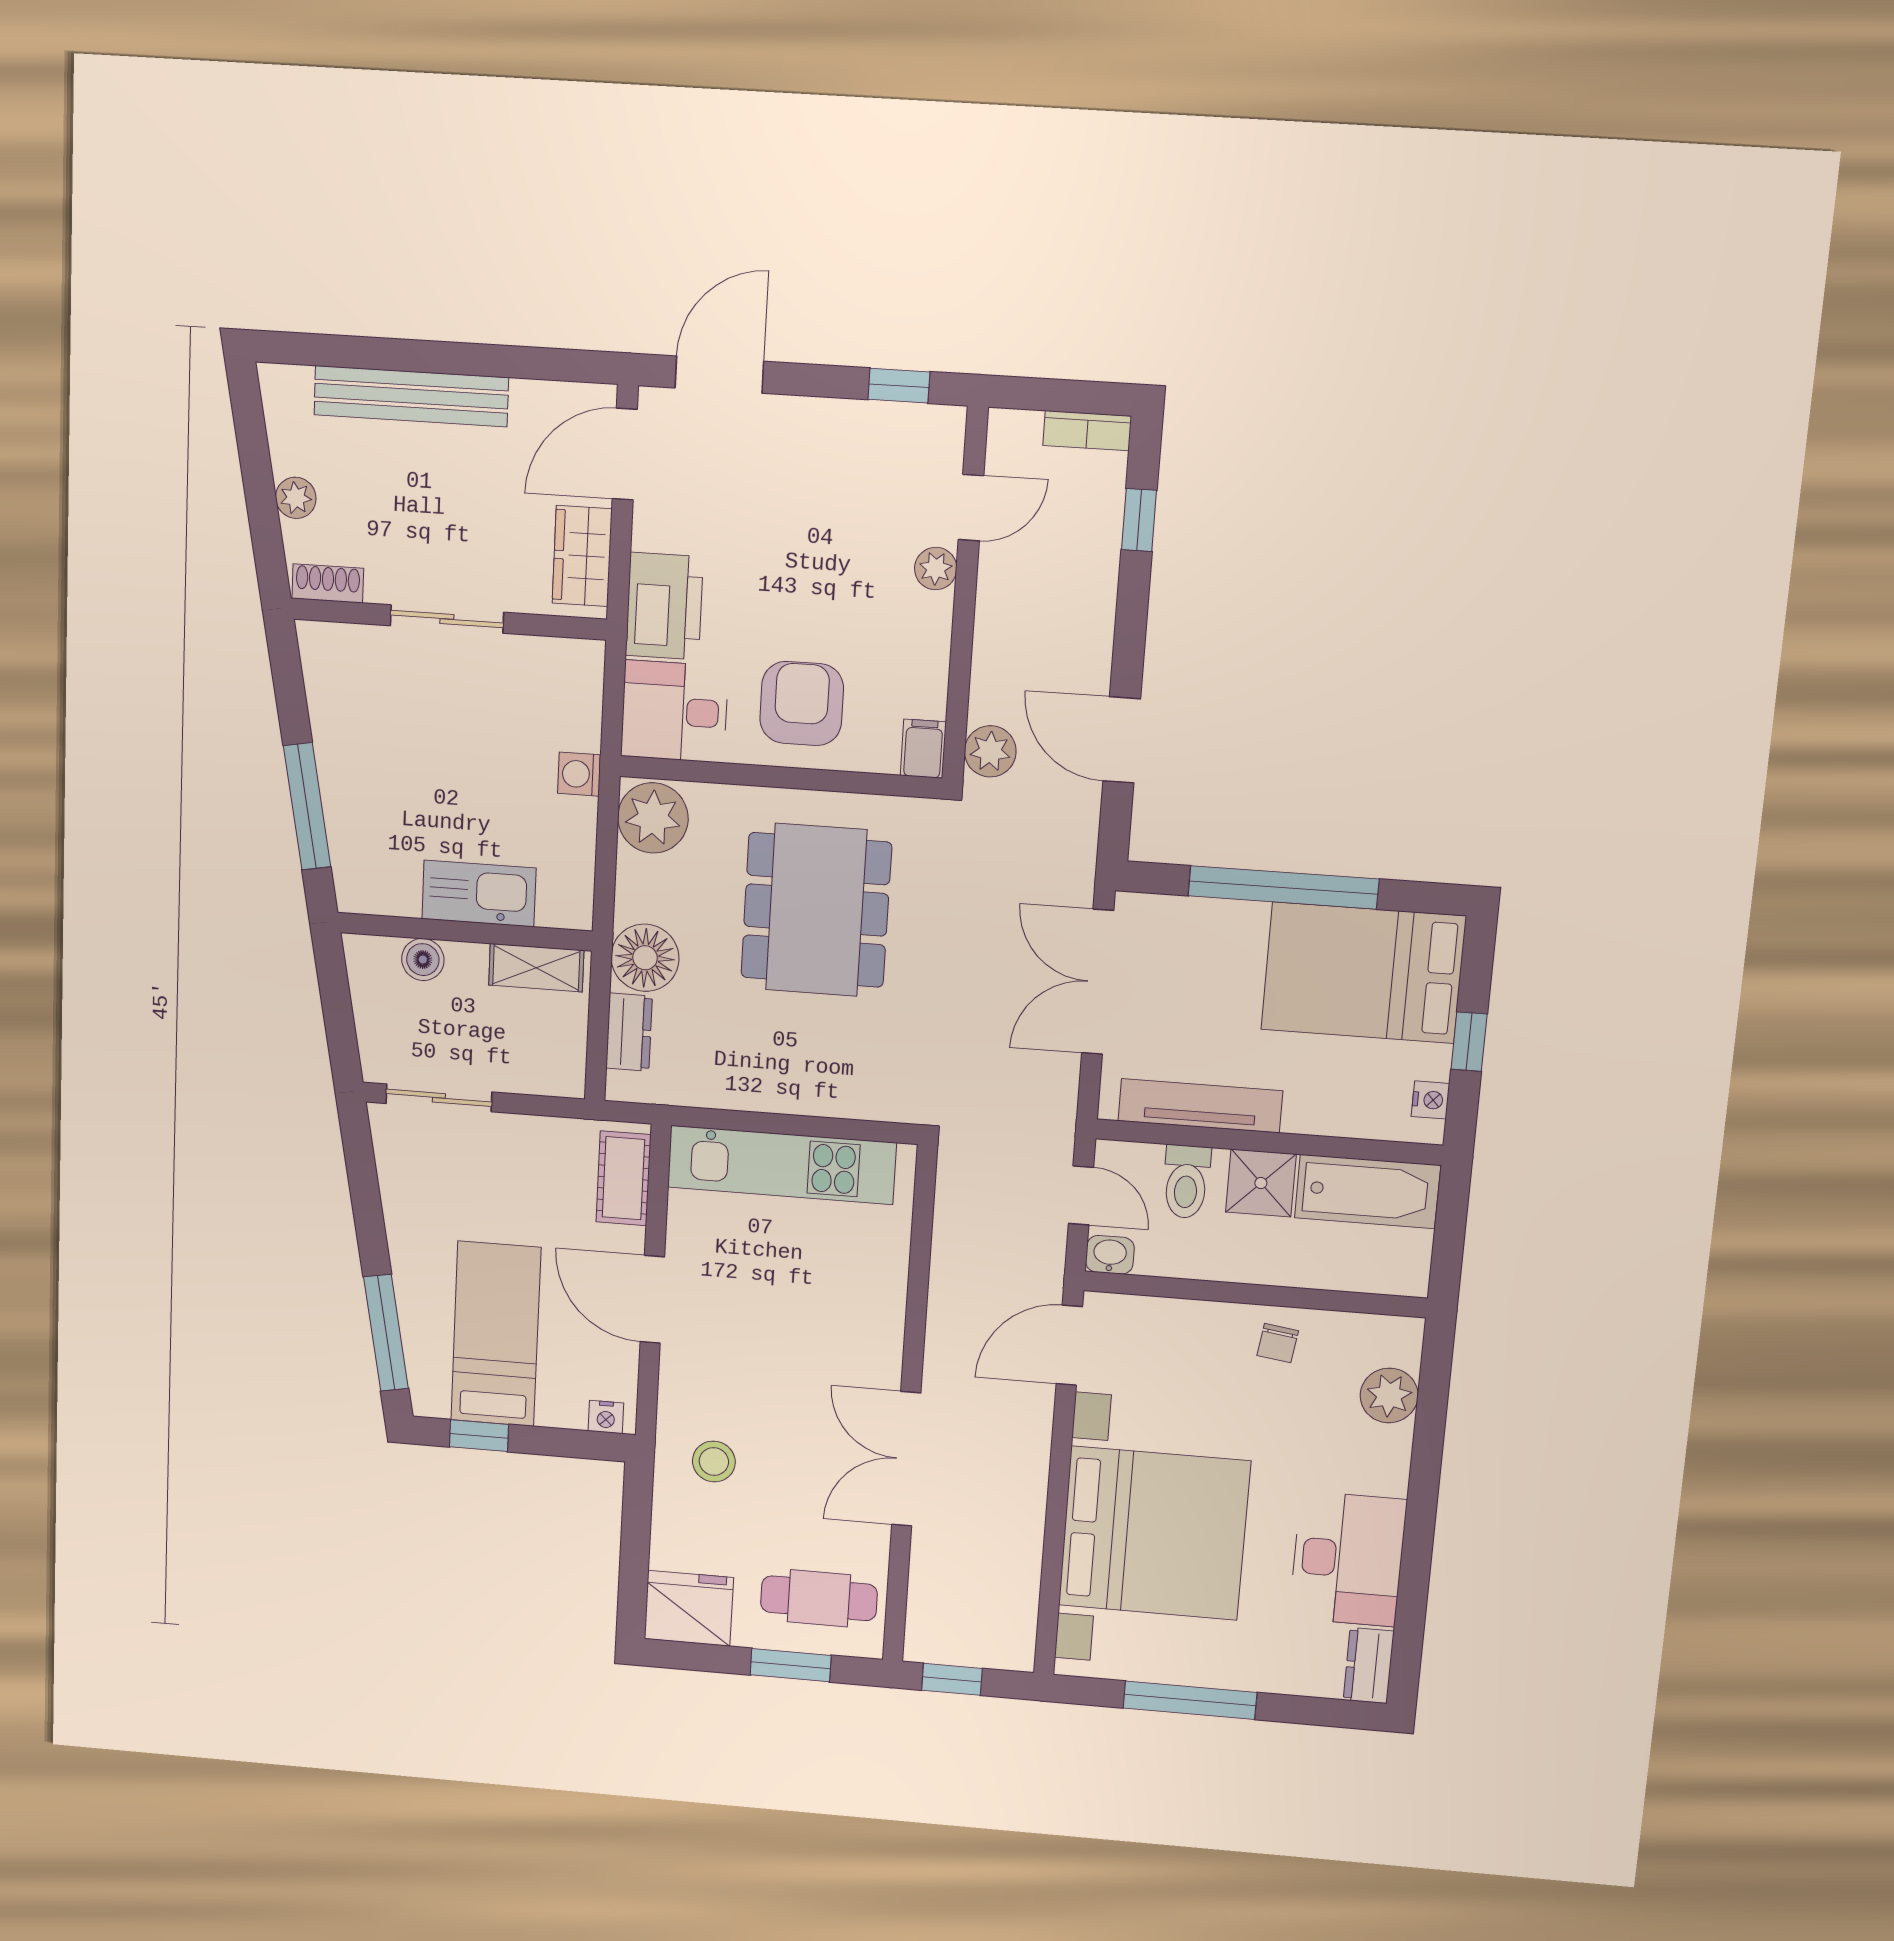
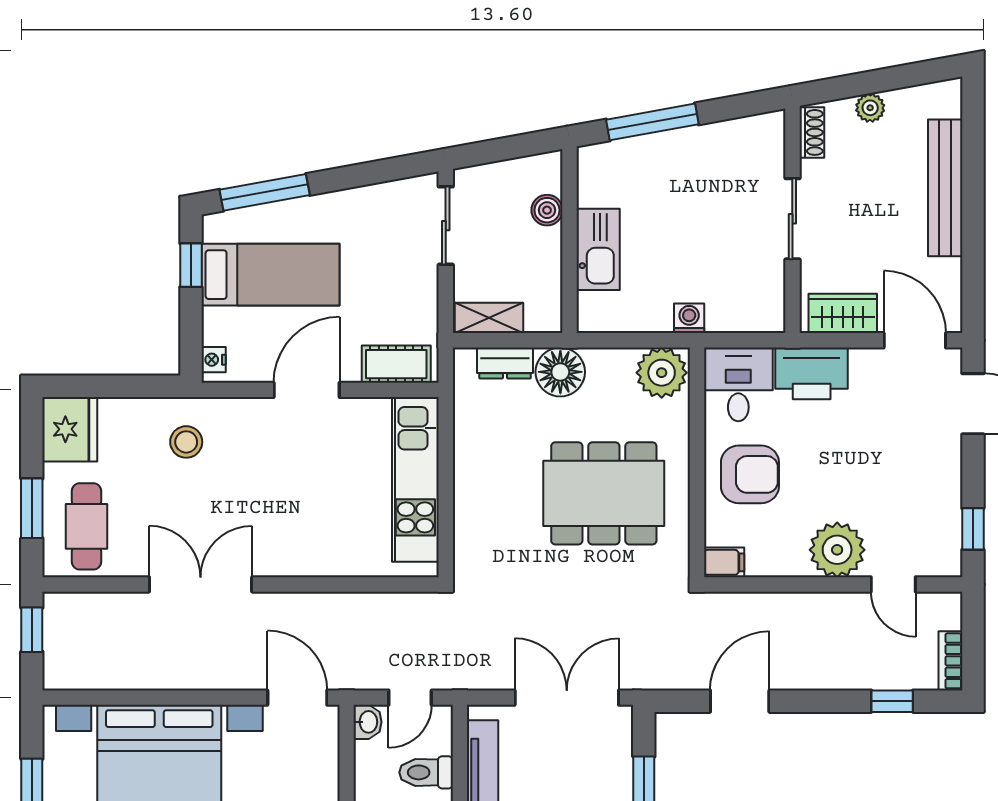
plant: (936, 569) -> (837, 550), width x1.87, depth x1.87
plant: (990, 751) -> (725, 610), removed
shelving: (536, 968) -> (489, 318), moved, turned 90

